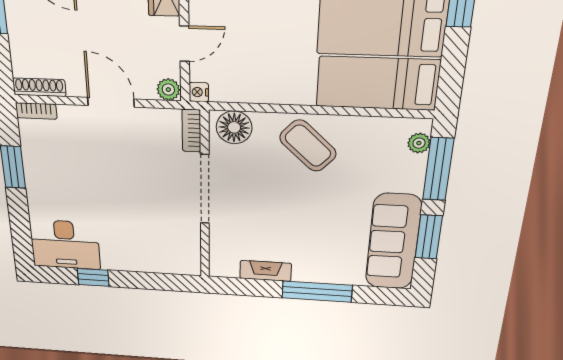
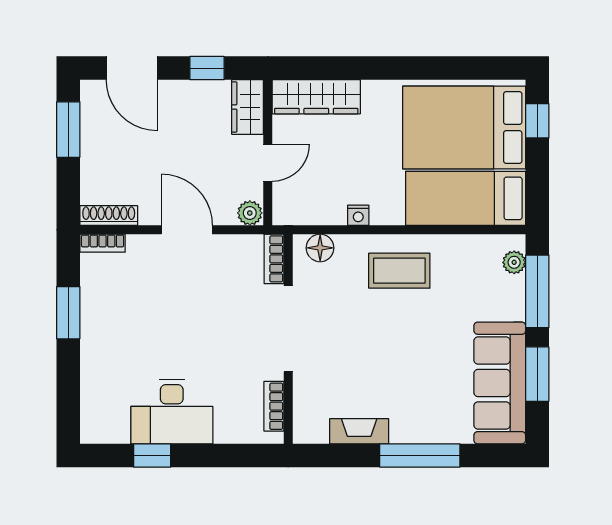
nightstand: (199, 92) -> (358, 215), moved, turned -90
floor lamp: (234, 127) -> (320, 248), width x0.73, depth x0.73
coffee table: (308, 146) -> (399, 271), turned -43
desk: (65, 245) -> (172, 412), moved
bookcase: (193, 248) -> (274, 406), added

